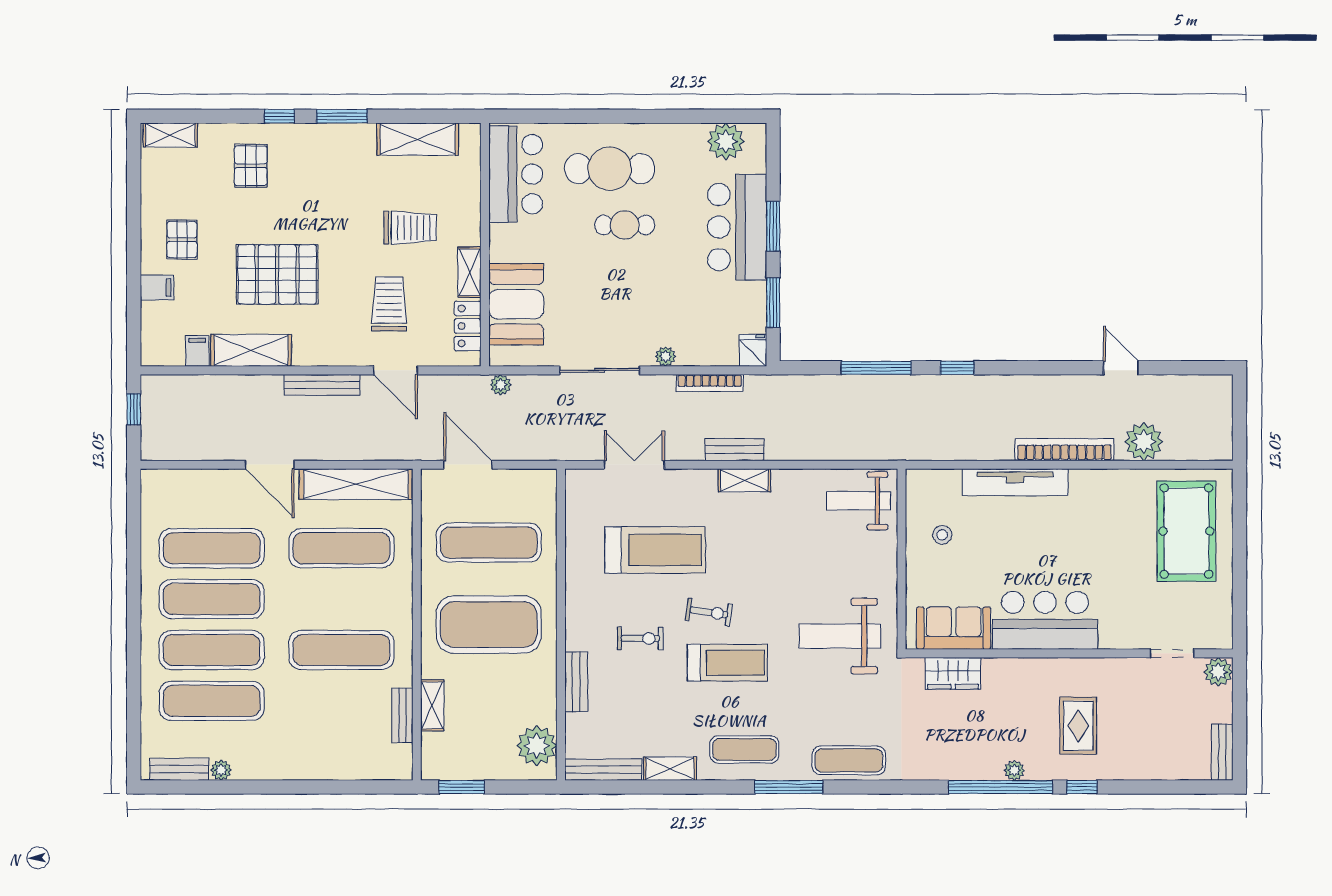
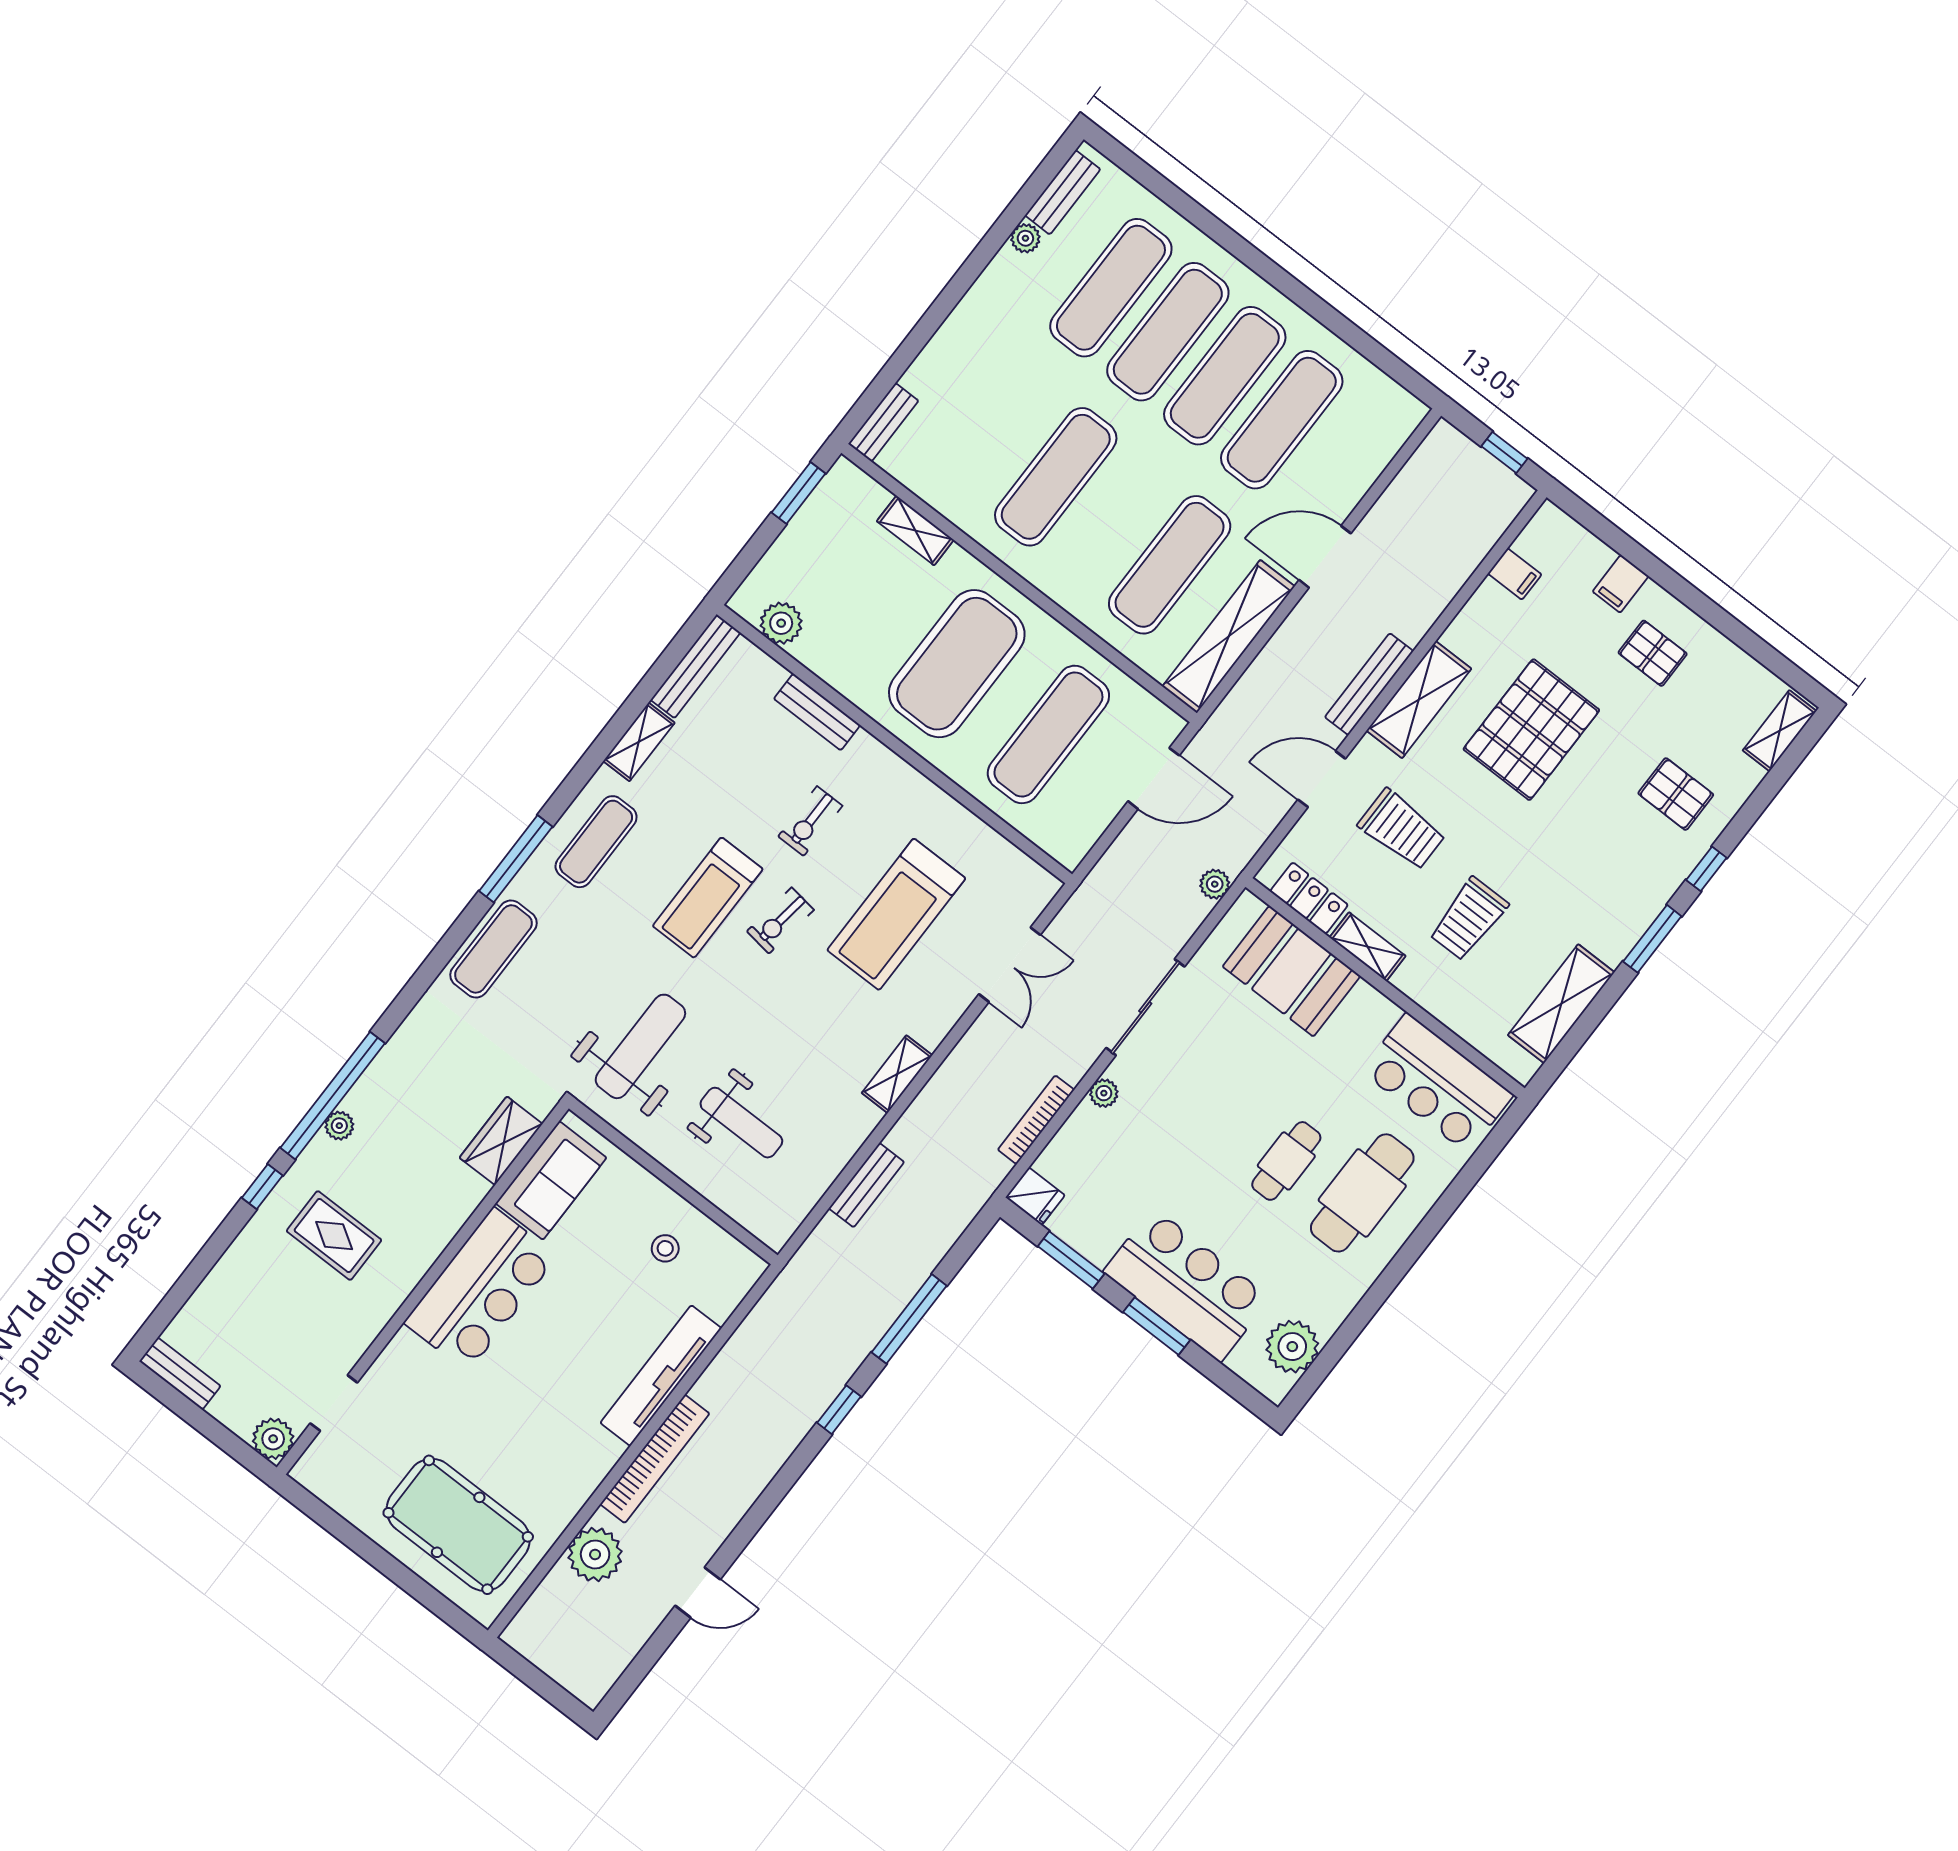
shelving: (251, 350) -> (1419, 700), moved
bench: (735, 450) -> (866, 1185), moved
weight bench: (858, 501) -> (741, 1123), moved, turned 90
bench: (402, 715) -> (883, 422), moved, turned 90
plant: (537, 746) -> (781, 623), width x0.73, depth x0.73

